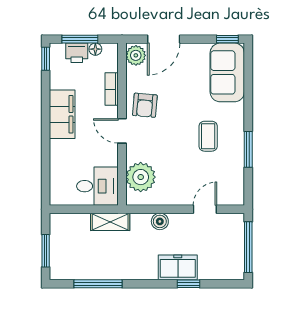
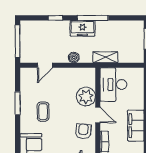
plant: (141, 177) -> (86, 97), moved
desk: (97, 186) -> (113, 84), width x1.37
freezer: (178, 267) -> (82, 28), moved
window: (98, 284) -> (93, 18), moved

